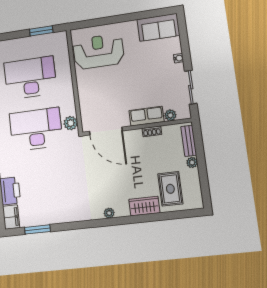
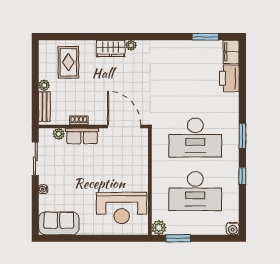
plant: (71, 123) -> (159, 228), moved
wardrobe: (144, 206) -> (111, 48), moved

